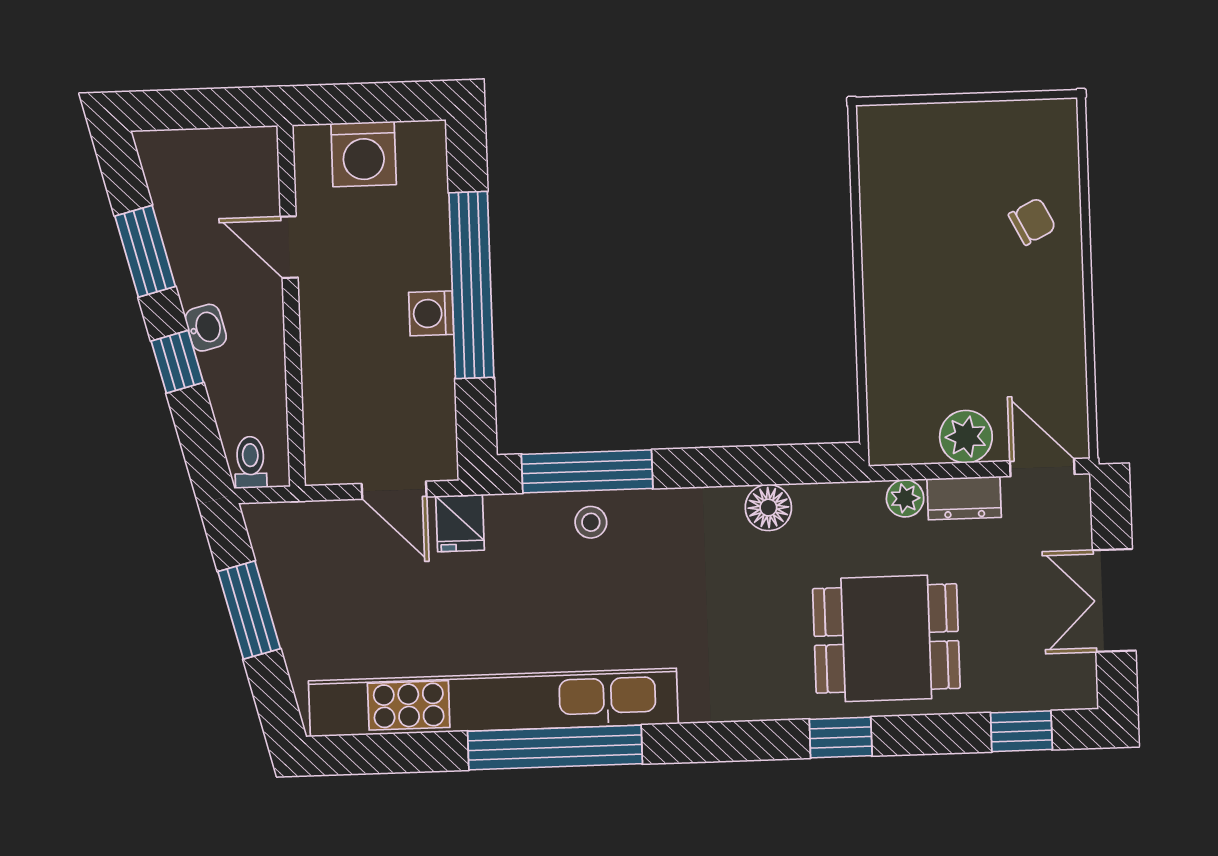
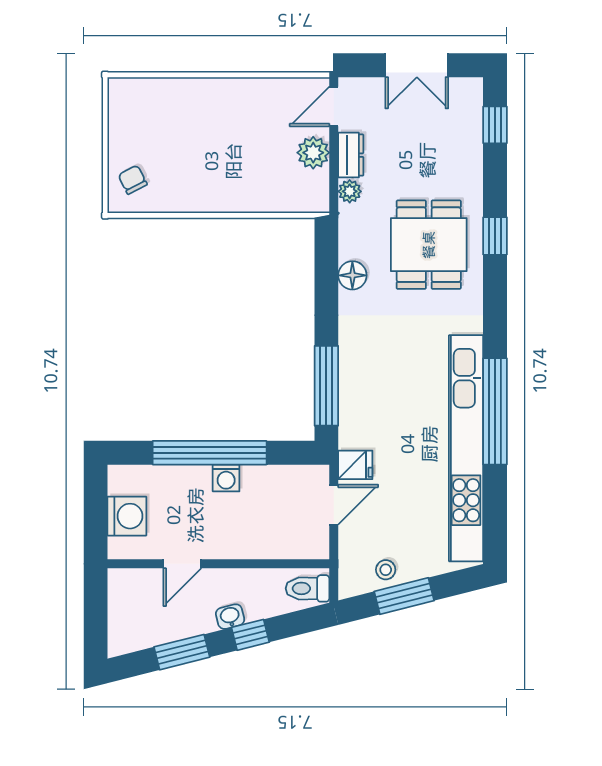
chair: (1032, 221) -> (133, 180), moved
toilet: (250, 462) -> (307, 588), width x1.37, depth x1.39
stool: (591, 522) -> (386, 570), moved
dining table: (886, 638) -> (429, 245), moved

